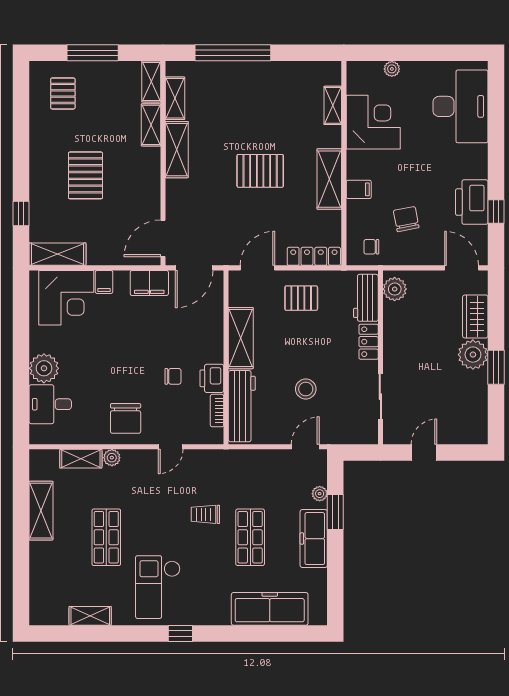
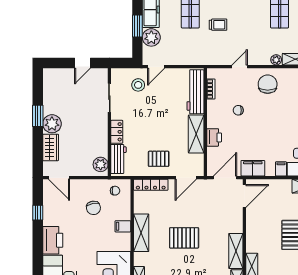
printer: (472, 202) -> (53, 240), moved
printer: (212, 378) -> (214, 137), moved
stool: (306, 389) -> (138, 85), moved
plant: (320, 494) -> (151, 37), width x1.87, depth x1.87

